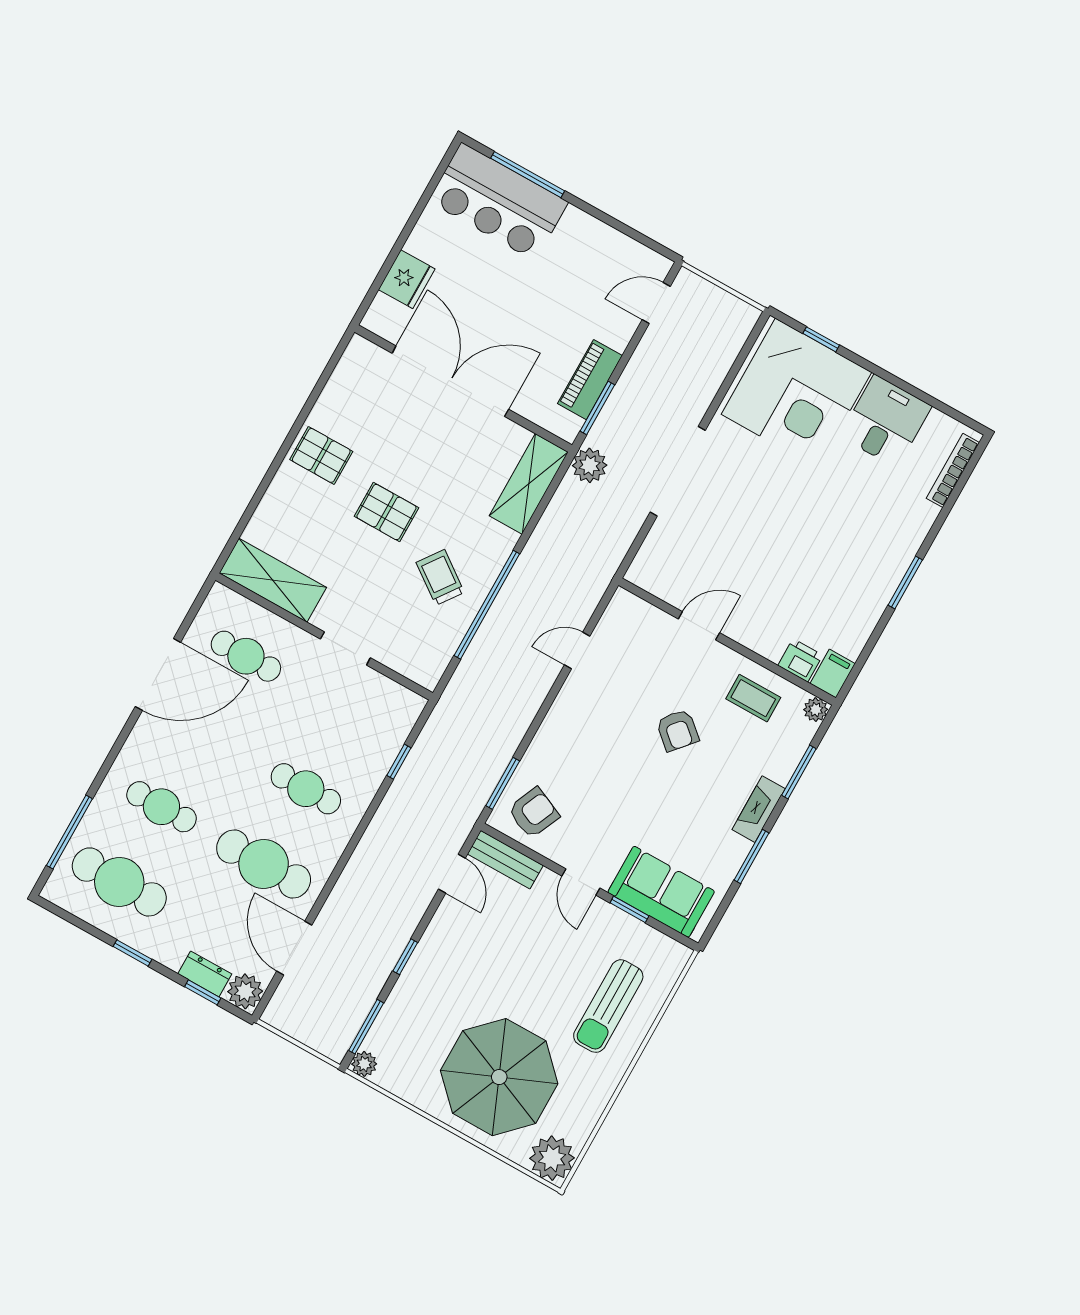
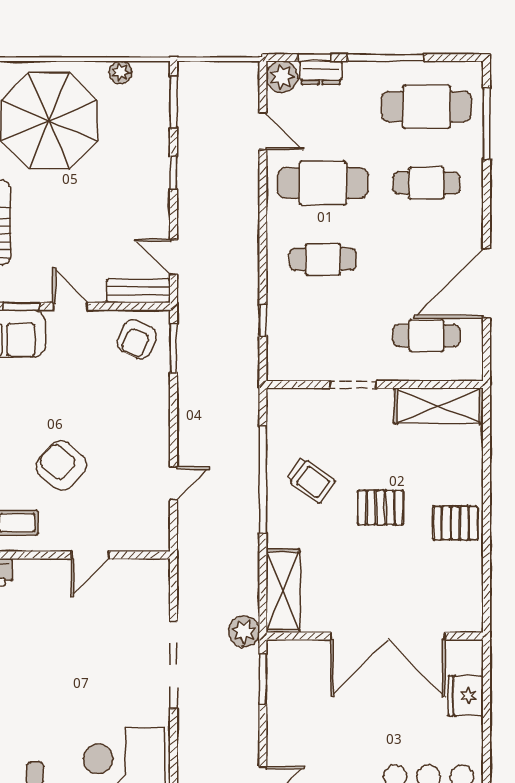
piano: (590, 380) -> (281, 698), removed
armchair: (678, 730) -> (62, 465), width x1.38, depth x1.38
door: (294, 948) -> (263, 131), width x0.73
window: (133, 953) -> (385, 58), width x2.17
plant: (364, 1064) -> (121, 72), moved

